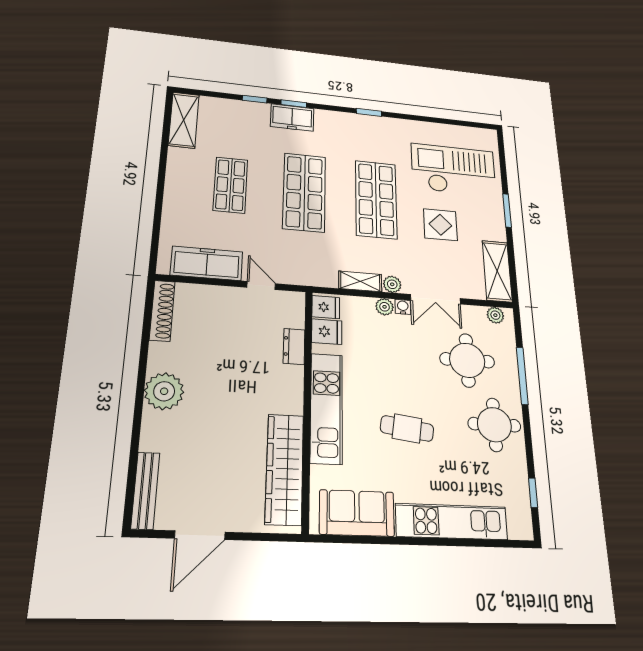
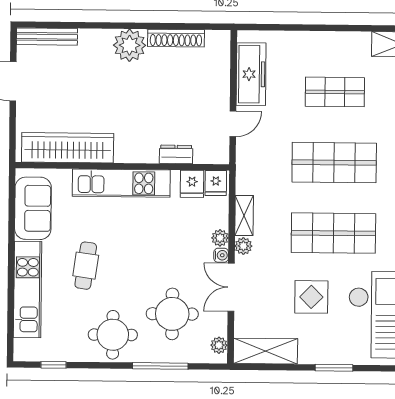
shoe rack: (162, 311) -> (176, 38), moved
cafe table: (407, 428) -> (86, 266), moved

